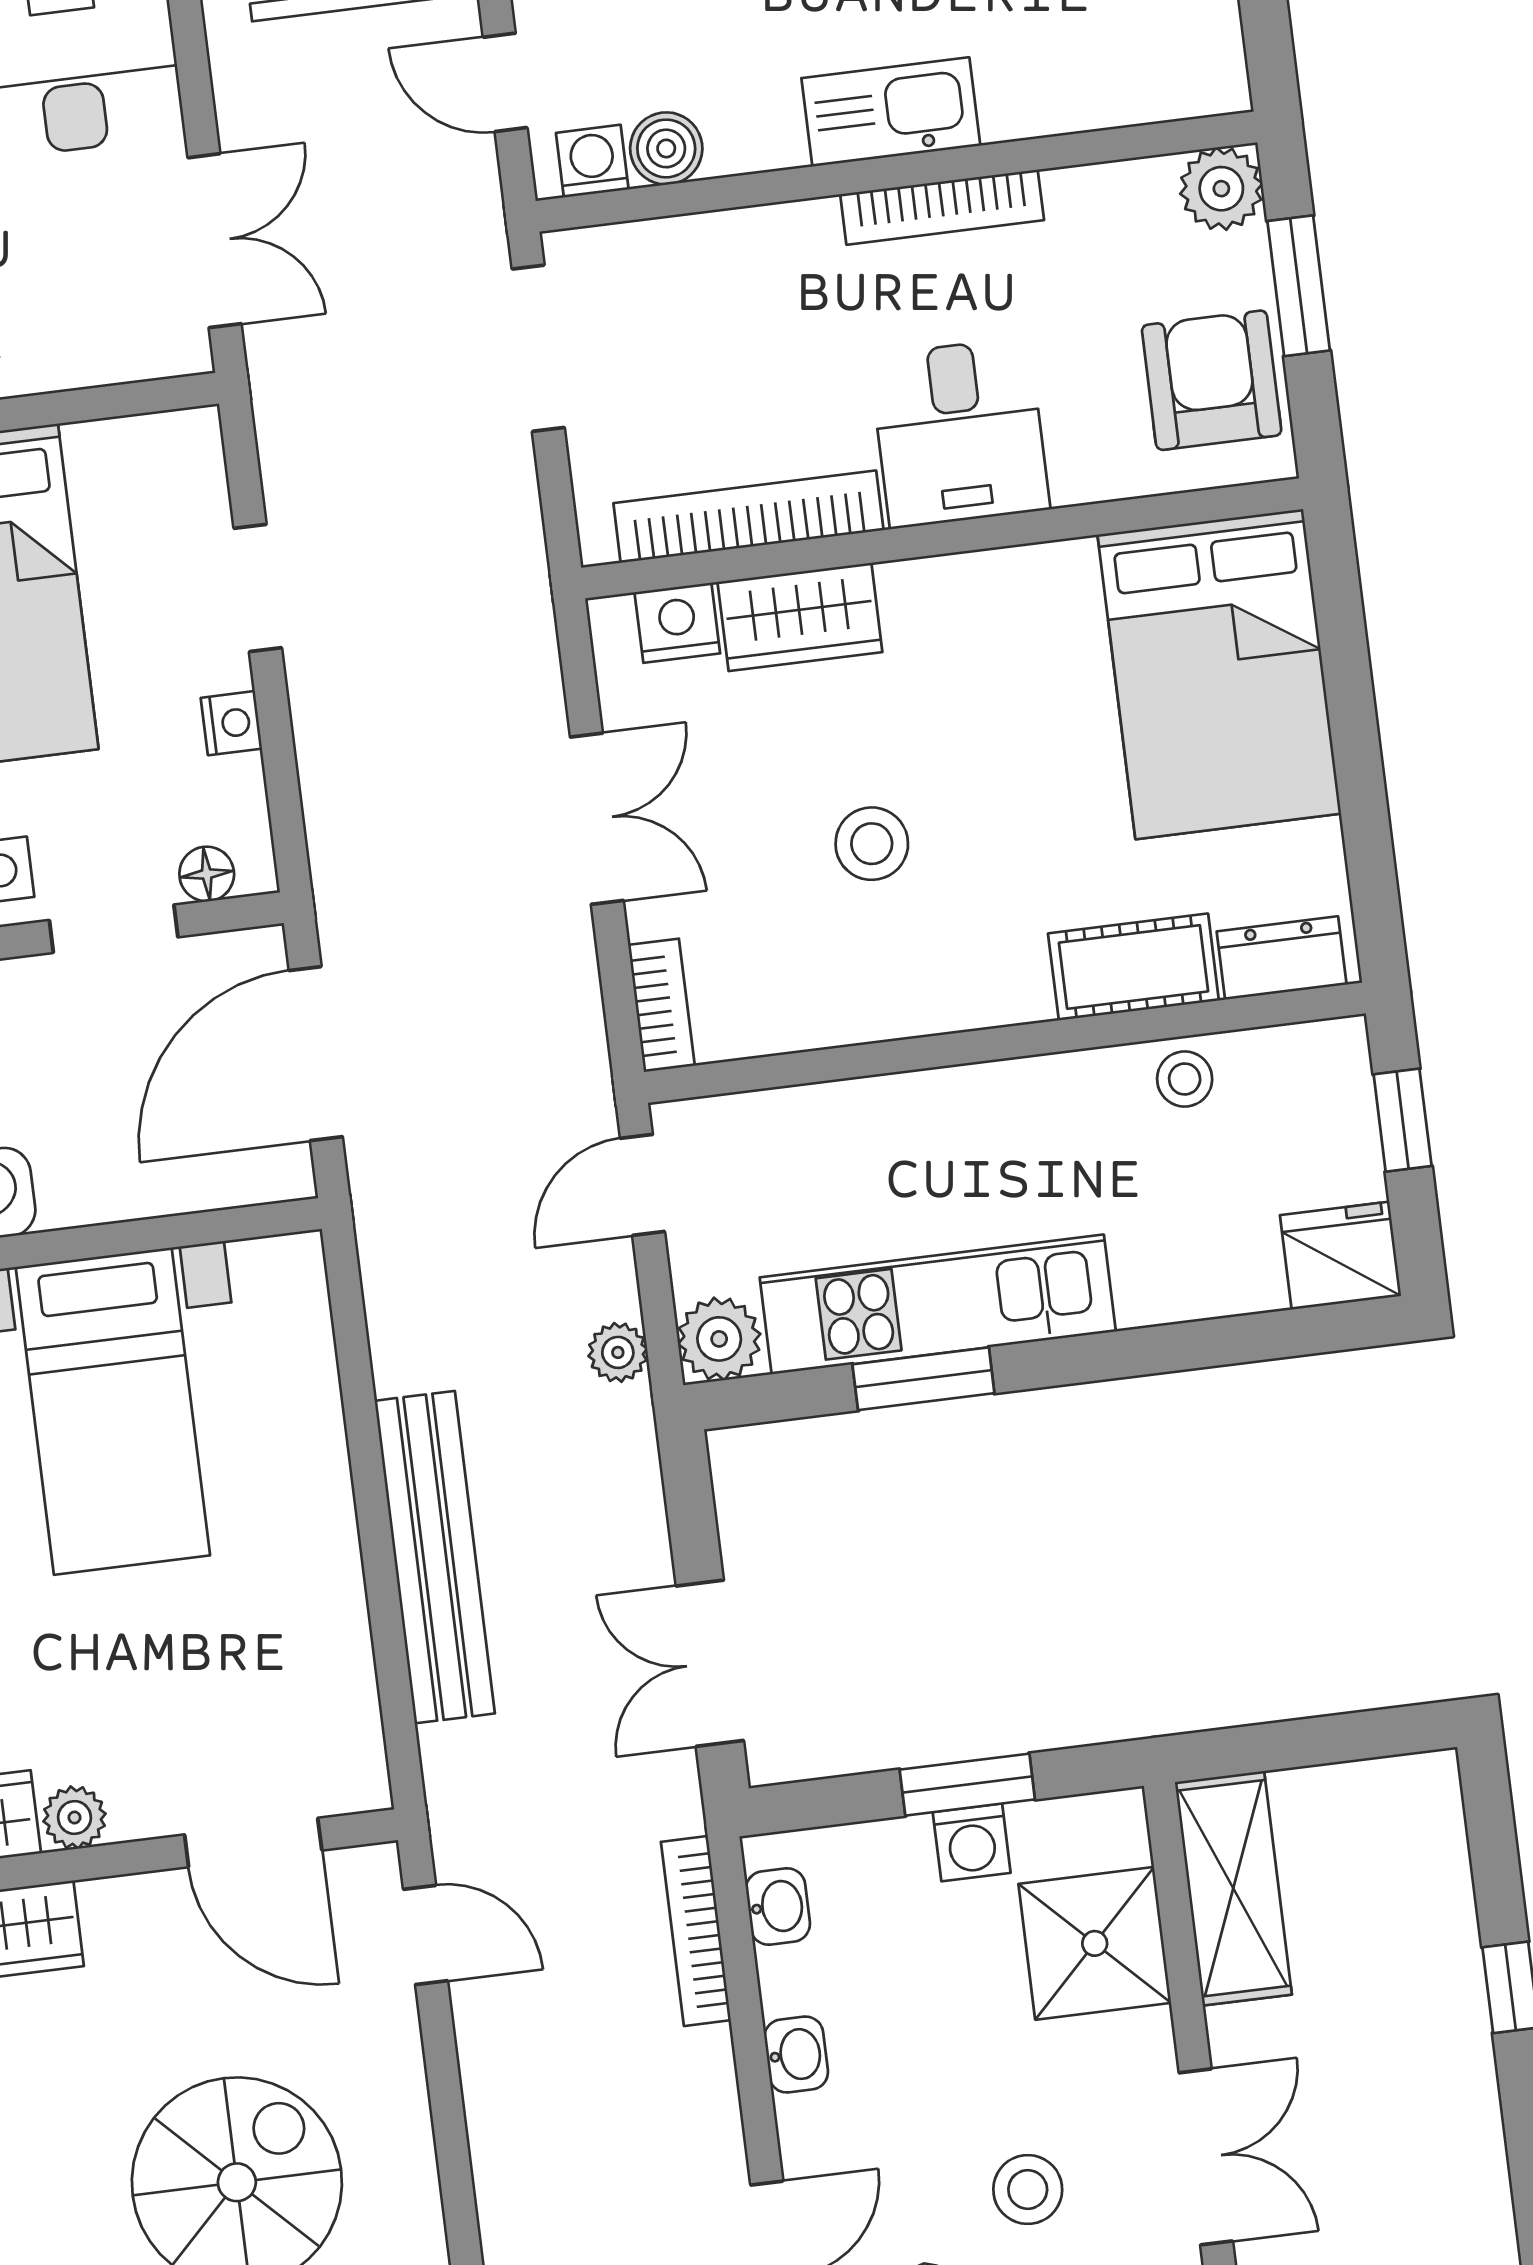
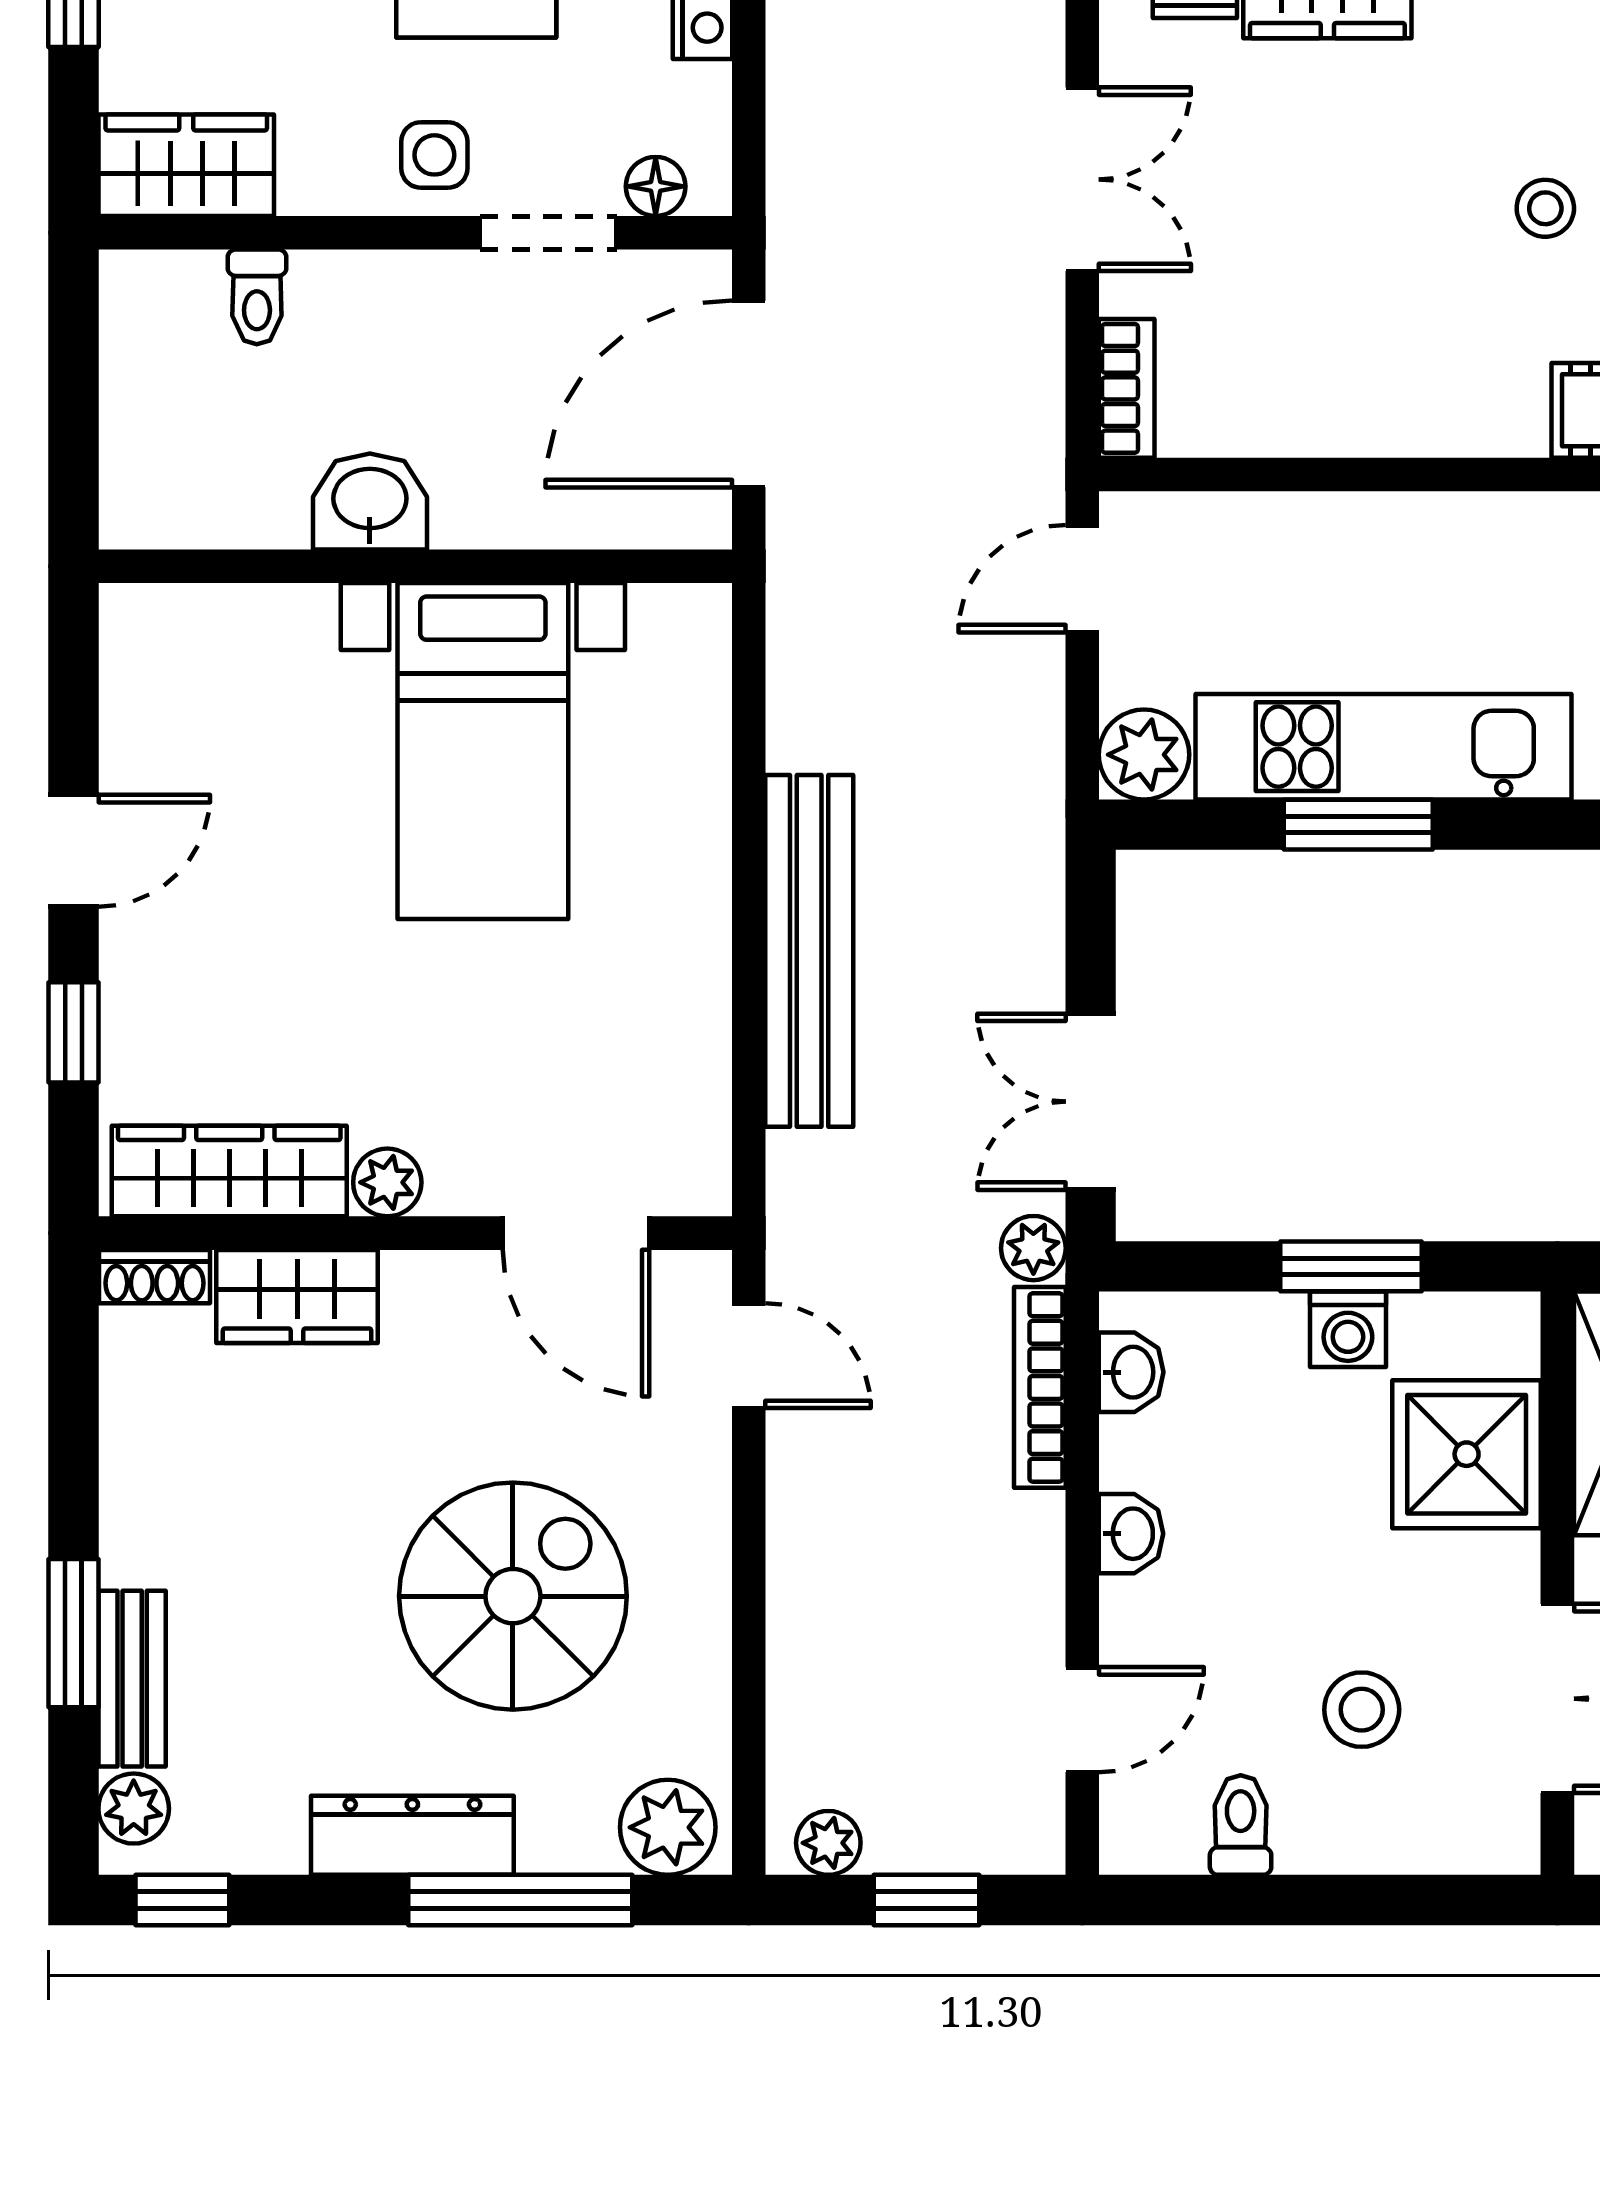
stool: (872, 844) -> (1545, 208), moved, width x0.73, depth x0.73
plant: (618, 1352) -> (1033, 1248), moved

